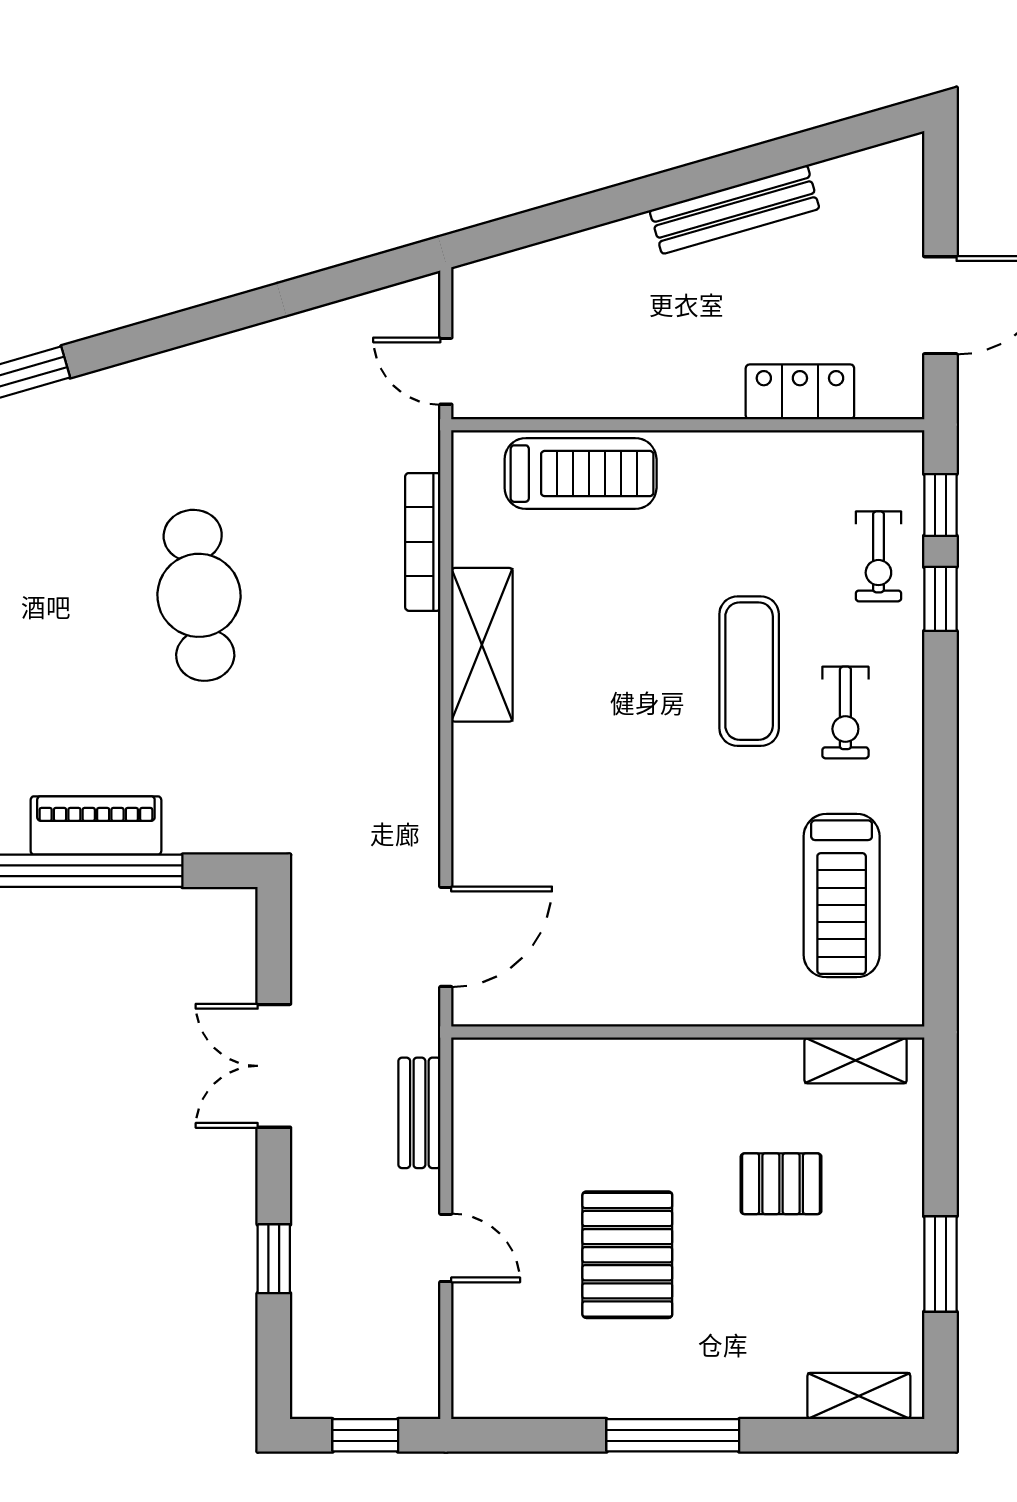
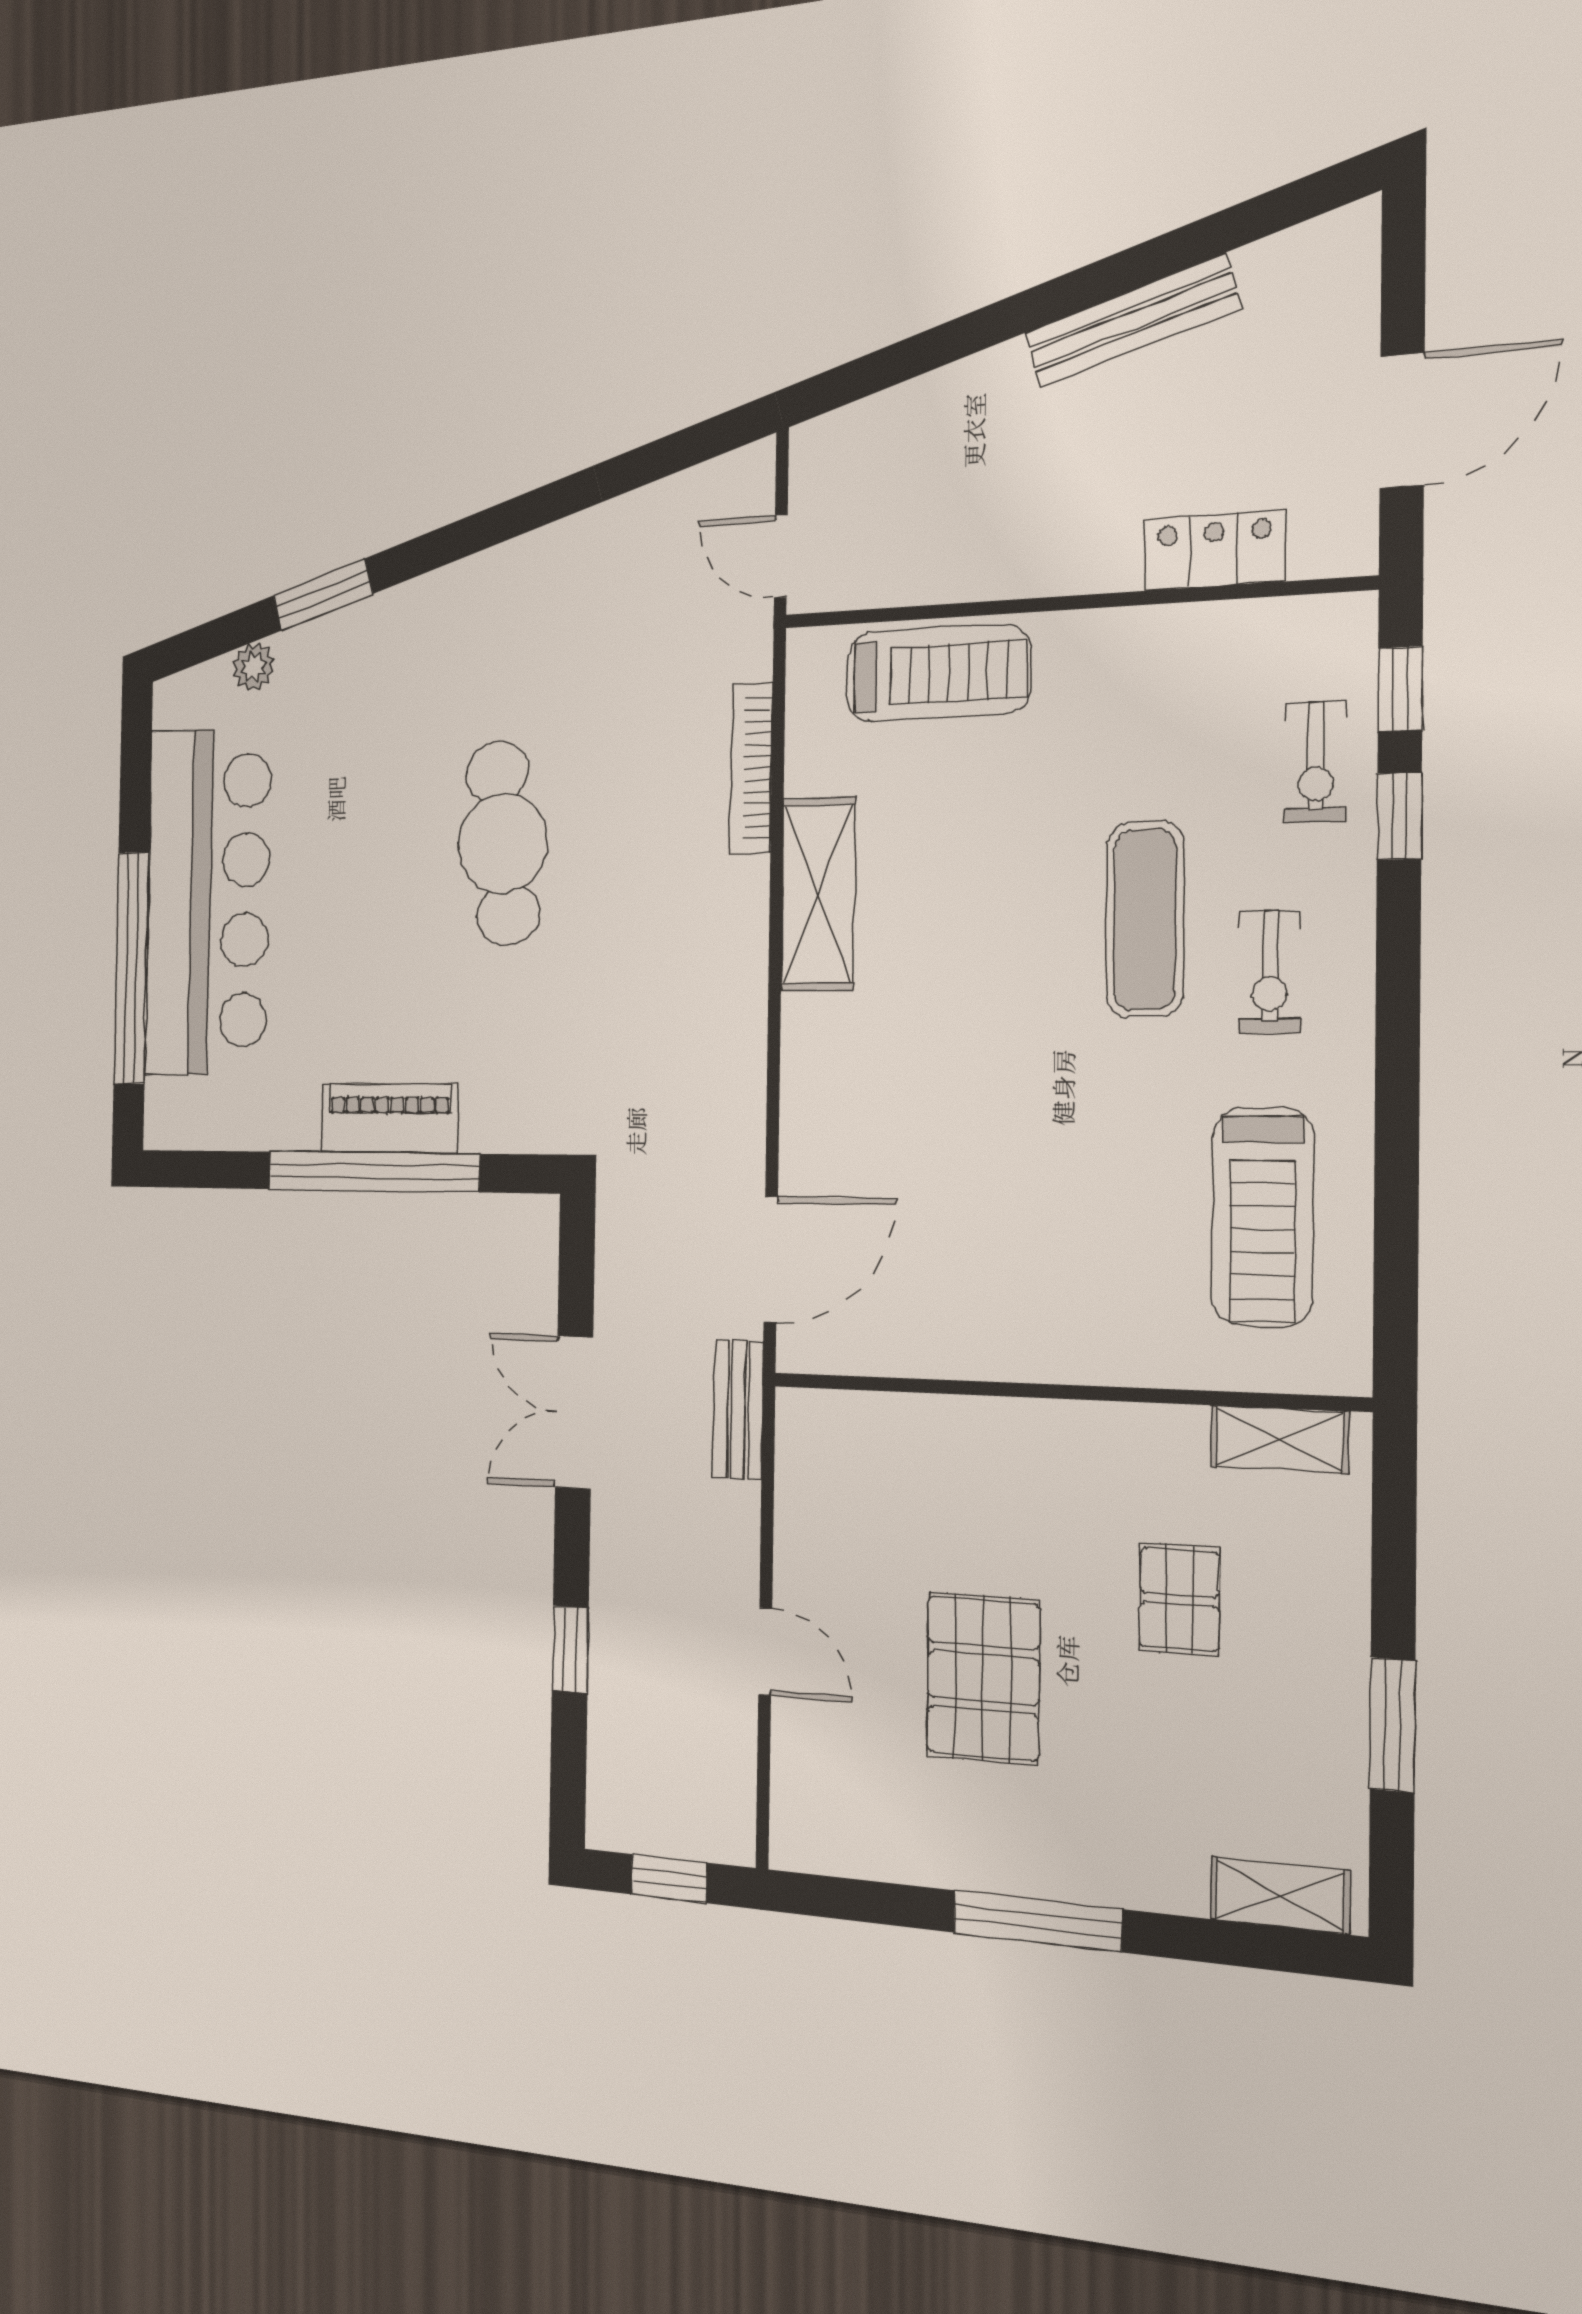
bench: (419, 1113) -> (738, 1410), moved
pallet: (781, 1184) -> (1179, 1599), turned 90

